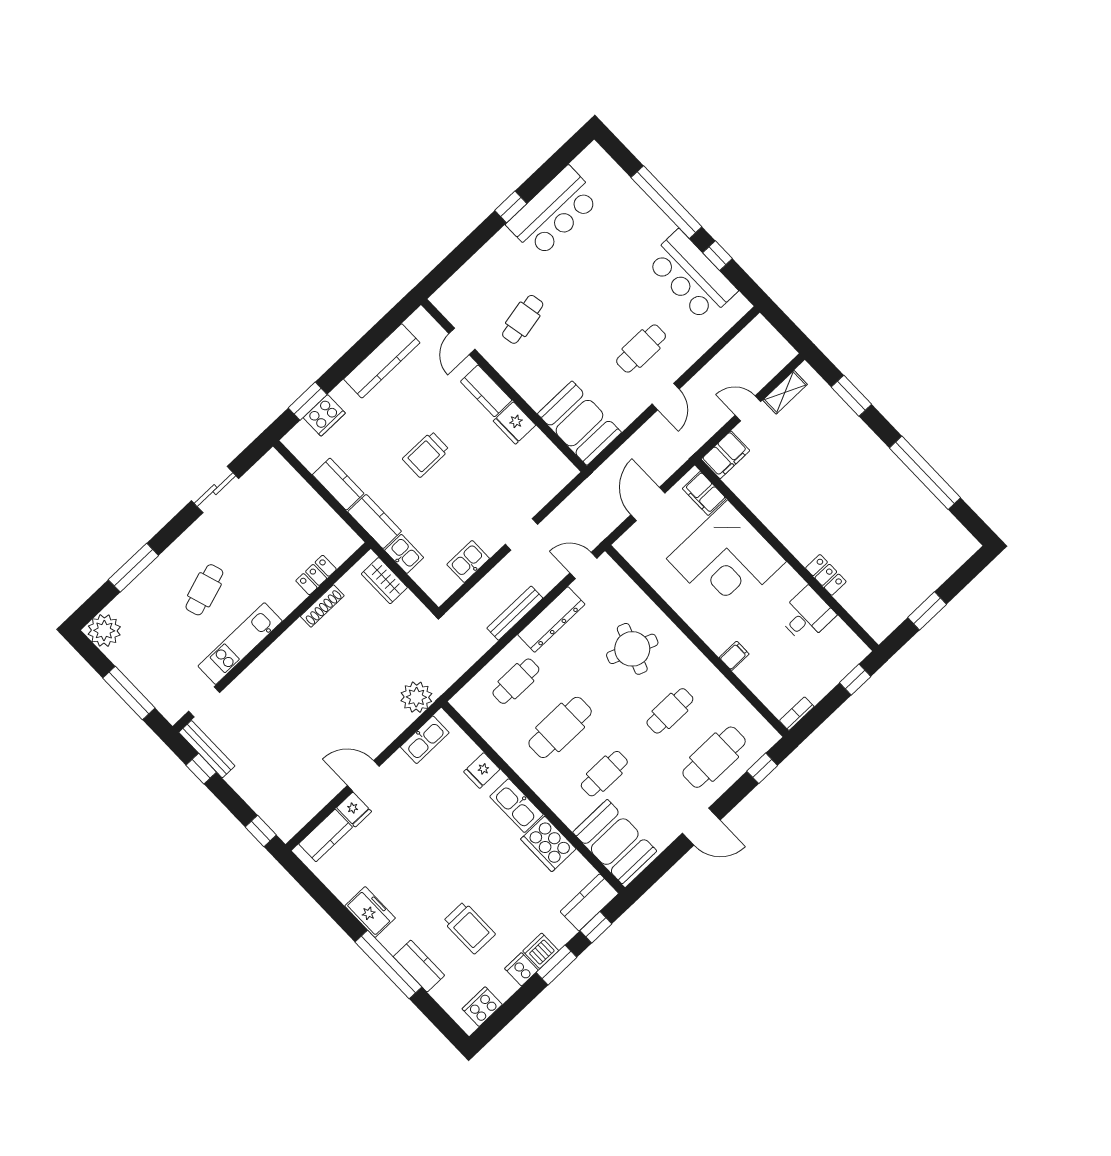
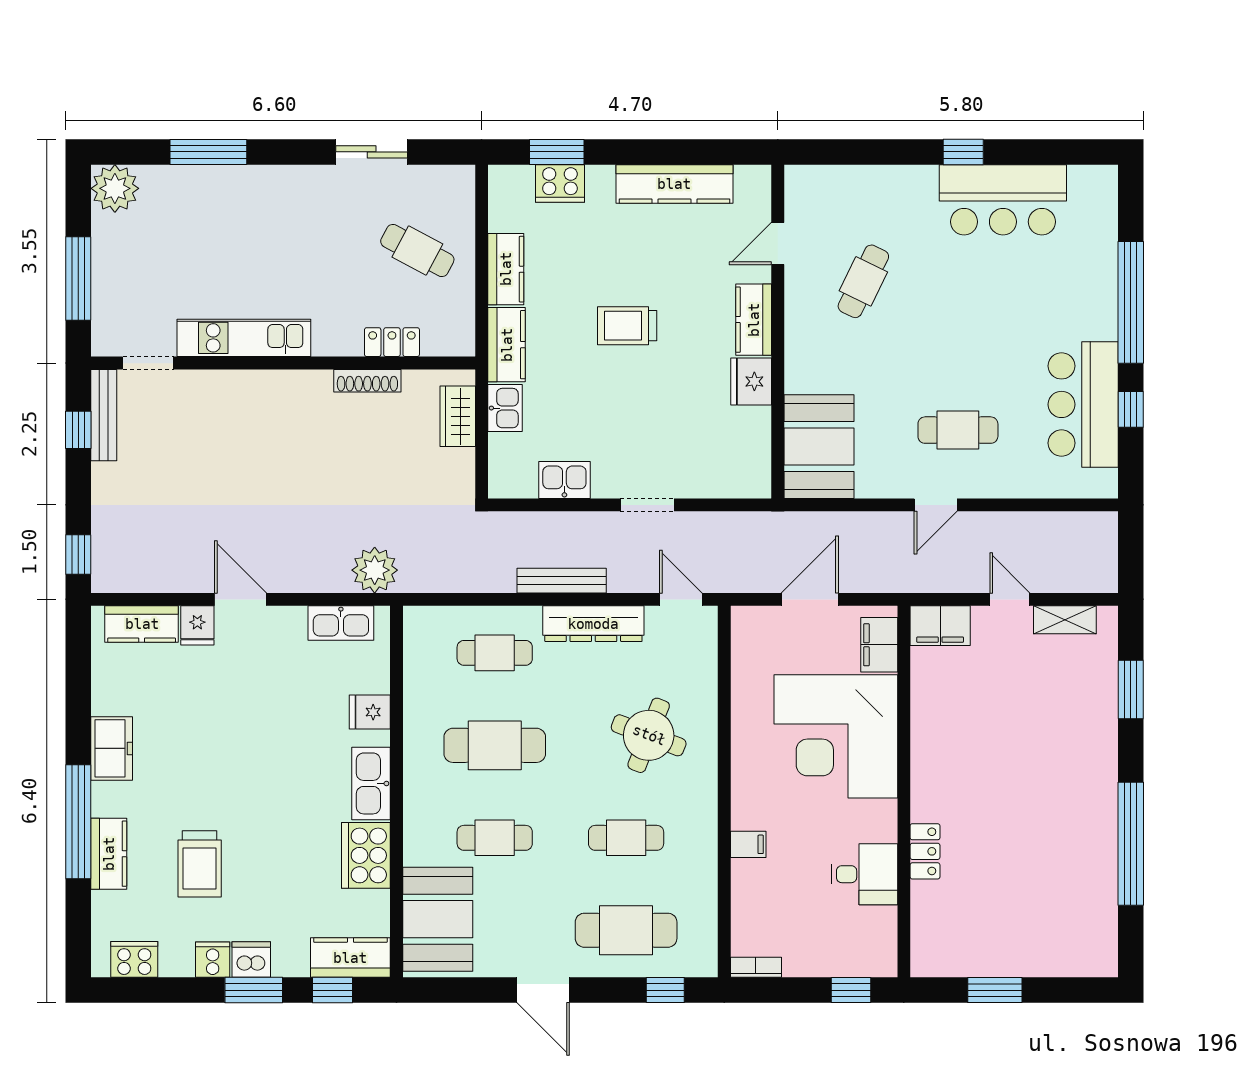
cafe table: (523, 319) -> (863, 281), turned -53
cafe table: (204, 590) -> (417, 251), moved, turned 46

